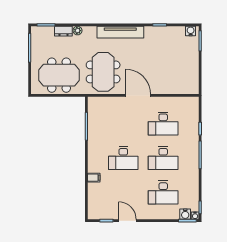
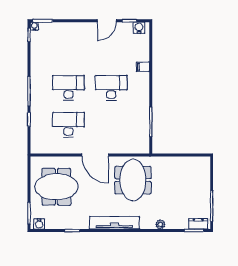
dresser: (63, 31) -> (198, 224), moved
meeting table: (59, 75) -> (56, 187), moved
desk: (163, 192) -> (68, 51), removed
water cooler: (185, 214) -> (139, 28), moved
door: (127, 221) -> (107, 21), hinge flipped

